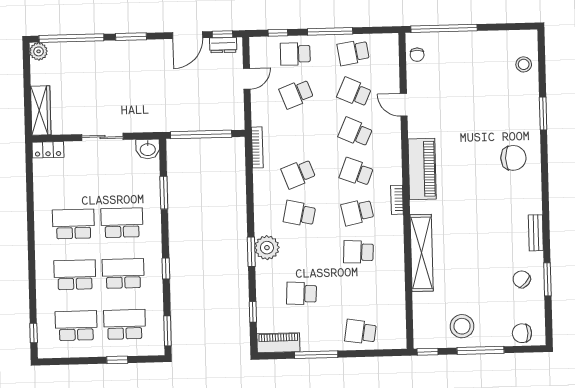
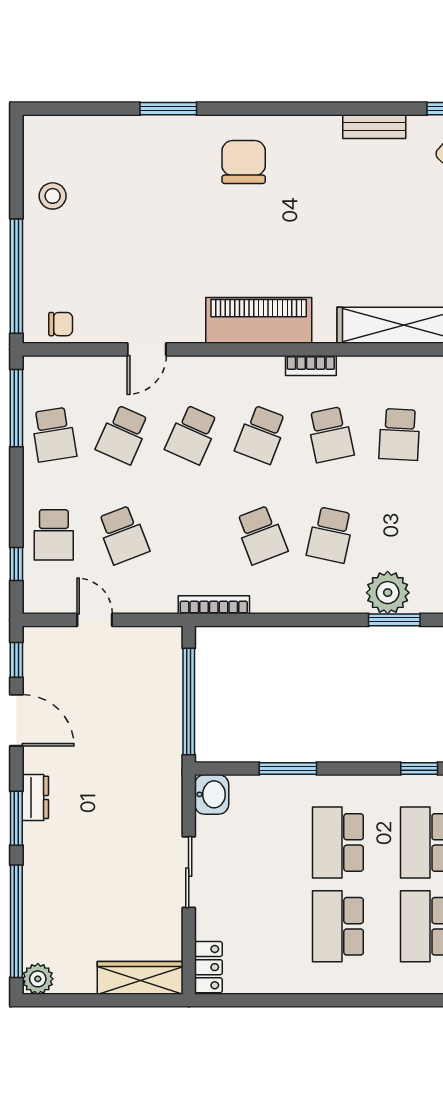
window: (330, 31) -> (16, 408), moved
dresser: (223, 45) -> (35, 797), moved
stool: (524, 64) -> (53, 196), moved

